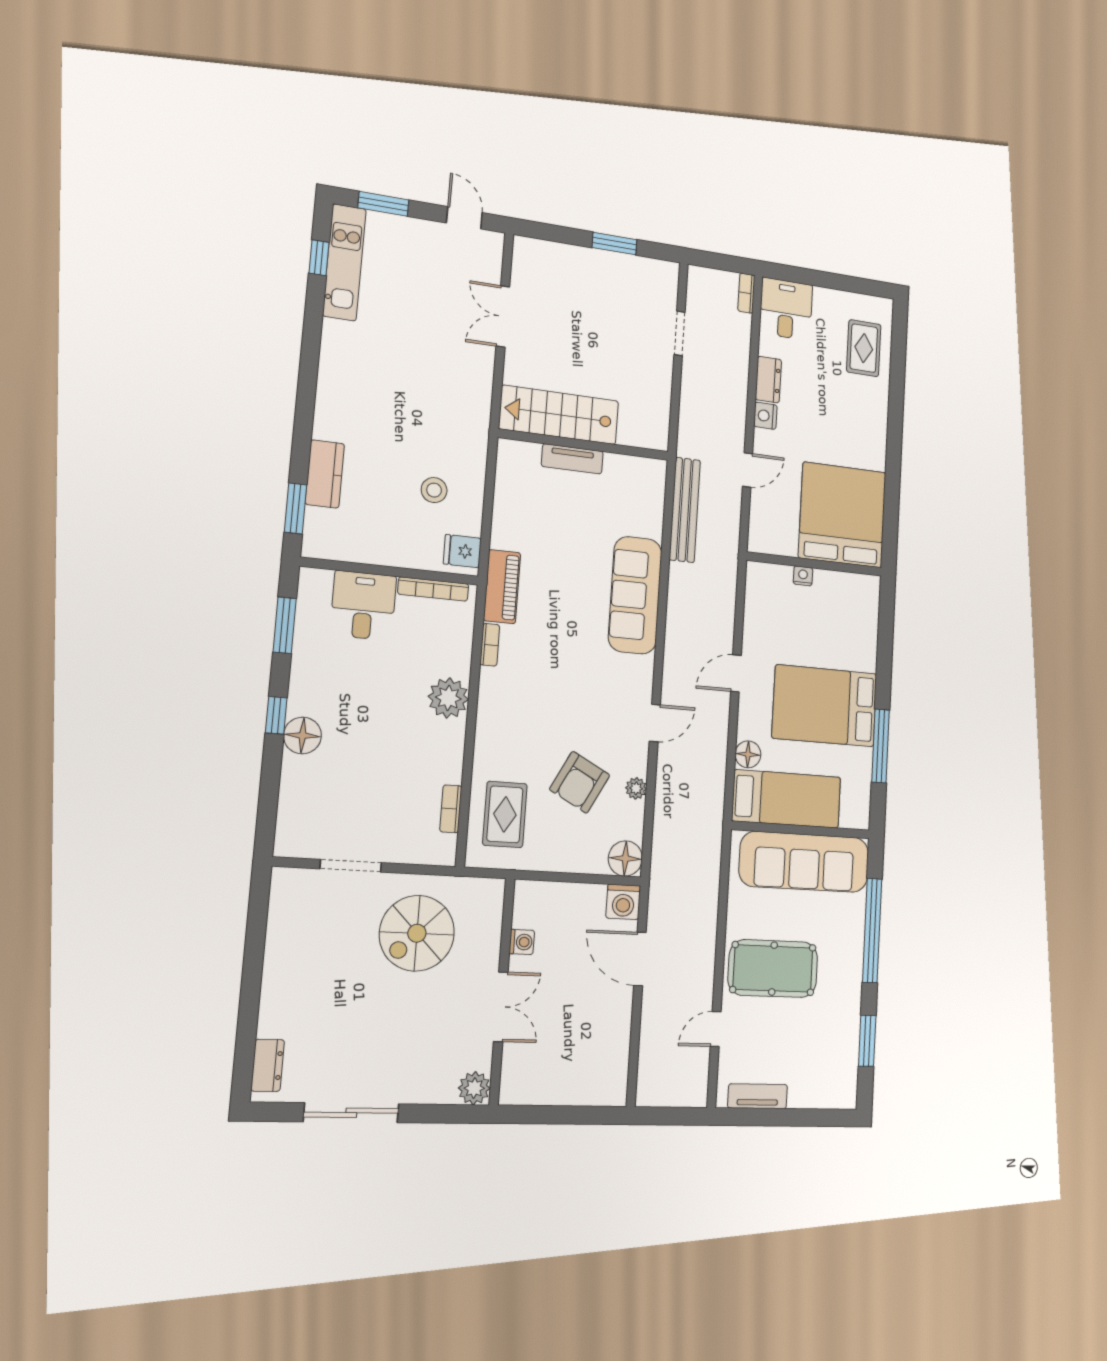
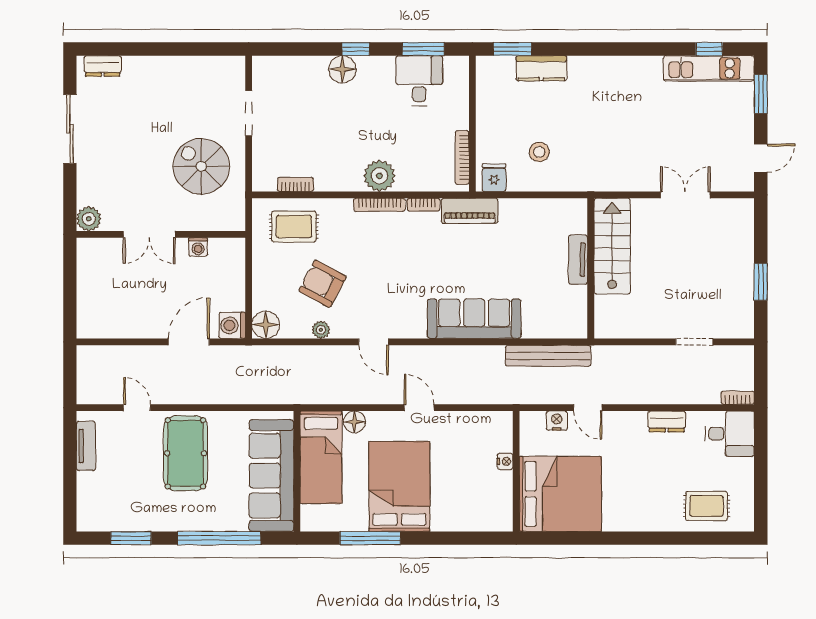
nightstand: (765, 416) -> (557, 421), moved
desk: (363, 605) -> (419, 81), moved, turned -90
bookcase: (486, 701) -> (379, 205), added

